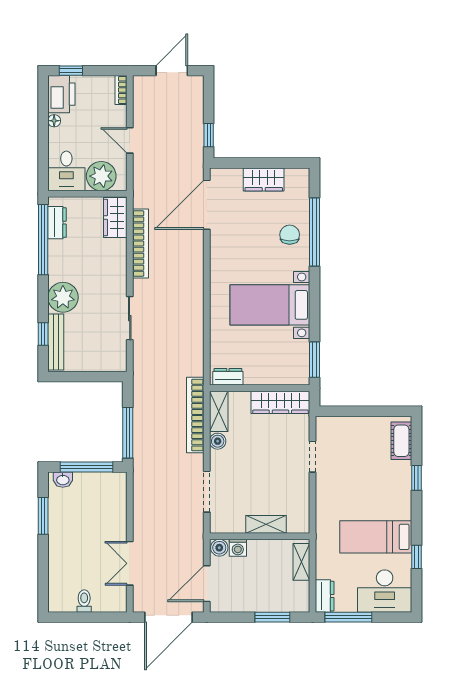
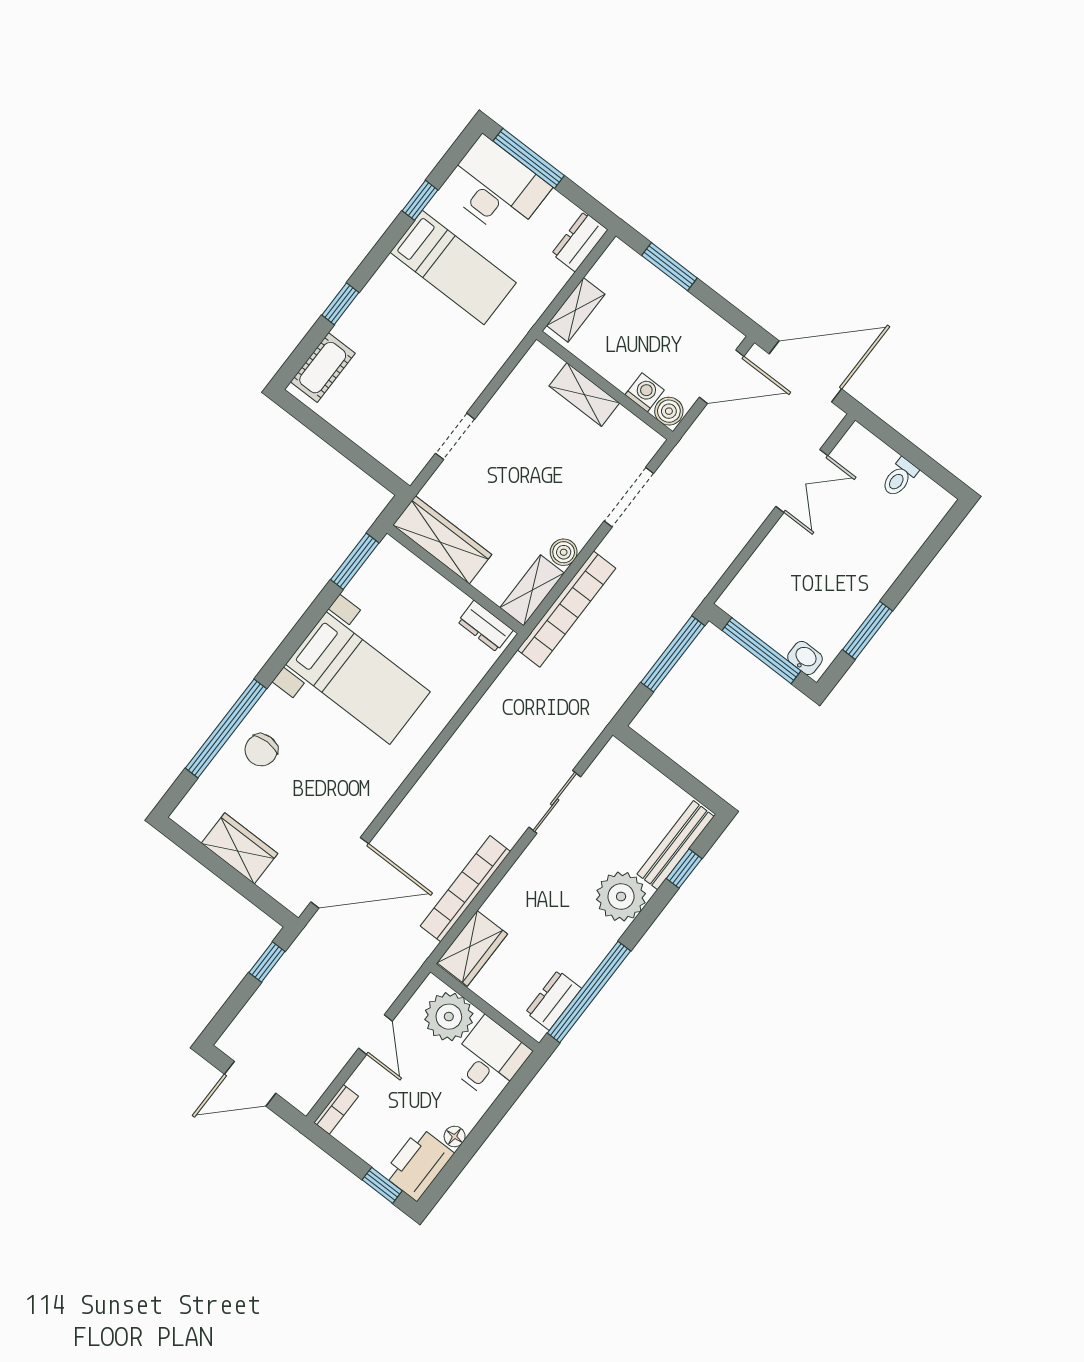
window: (348, 617) -> (529, 158), moved

